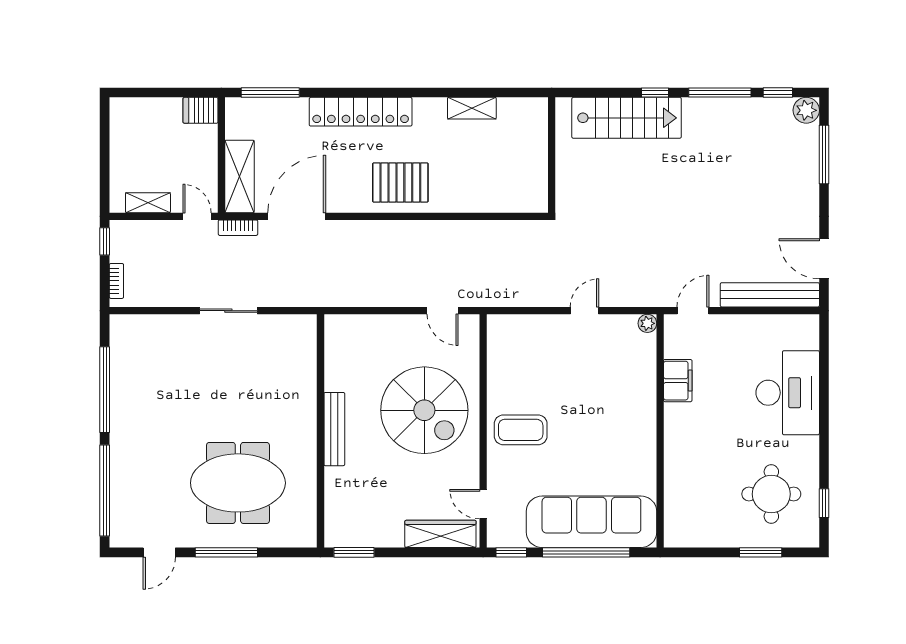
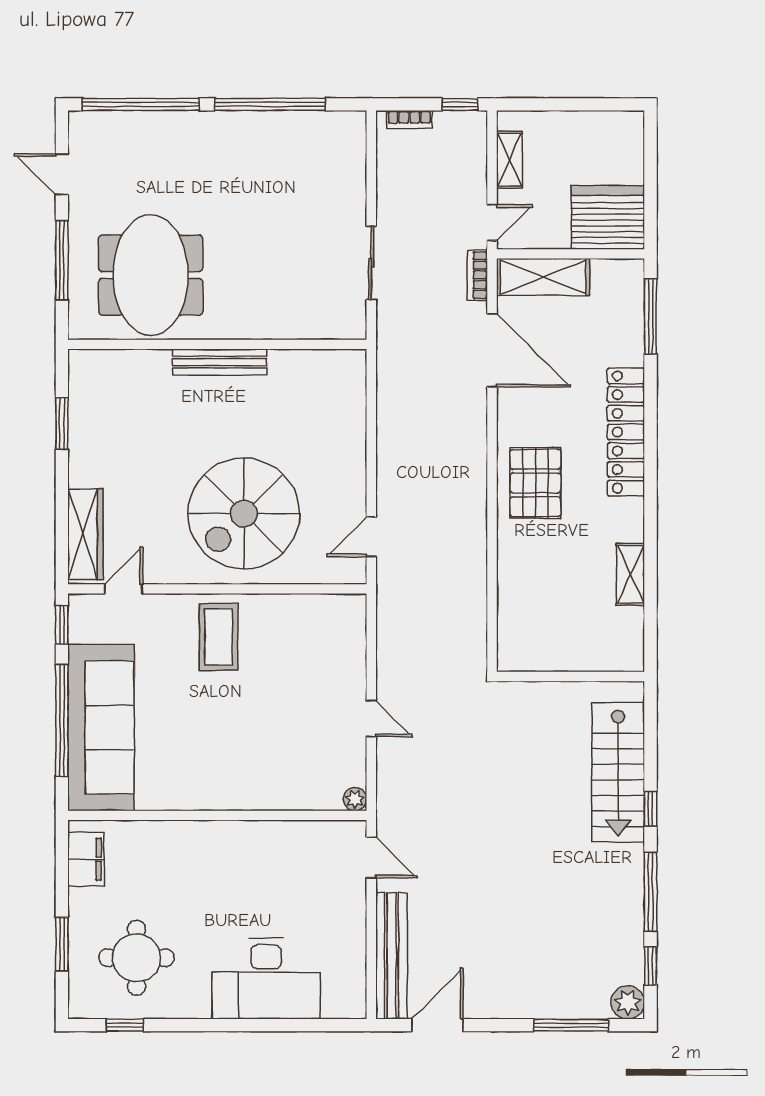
server rack: (201, 110) -> (608, 217), width x2.18, depth x1.44
filing cabinet: (678, 381) -> (86, 859), moved, turned -90
bench: (334, 429) -> (220, 362), moved
wall: (320, 431) -> (217, 344), moved

